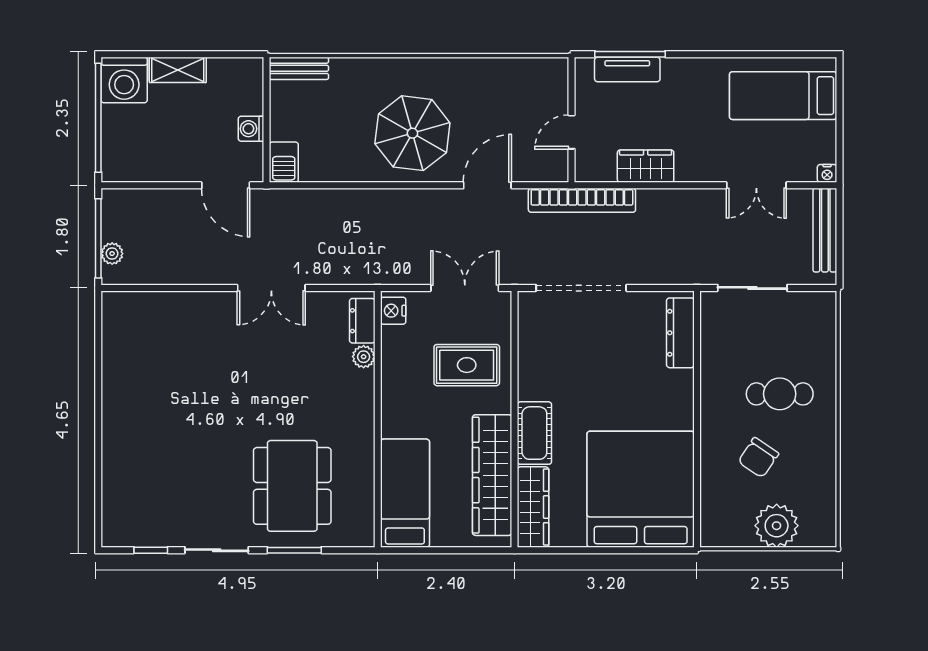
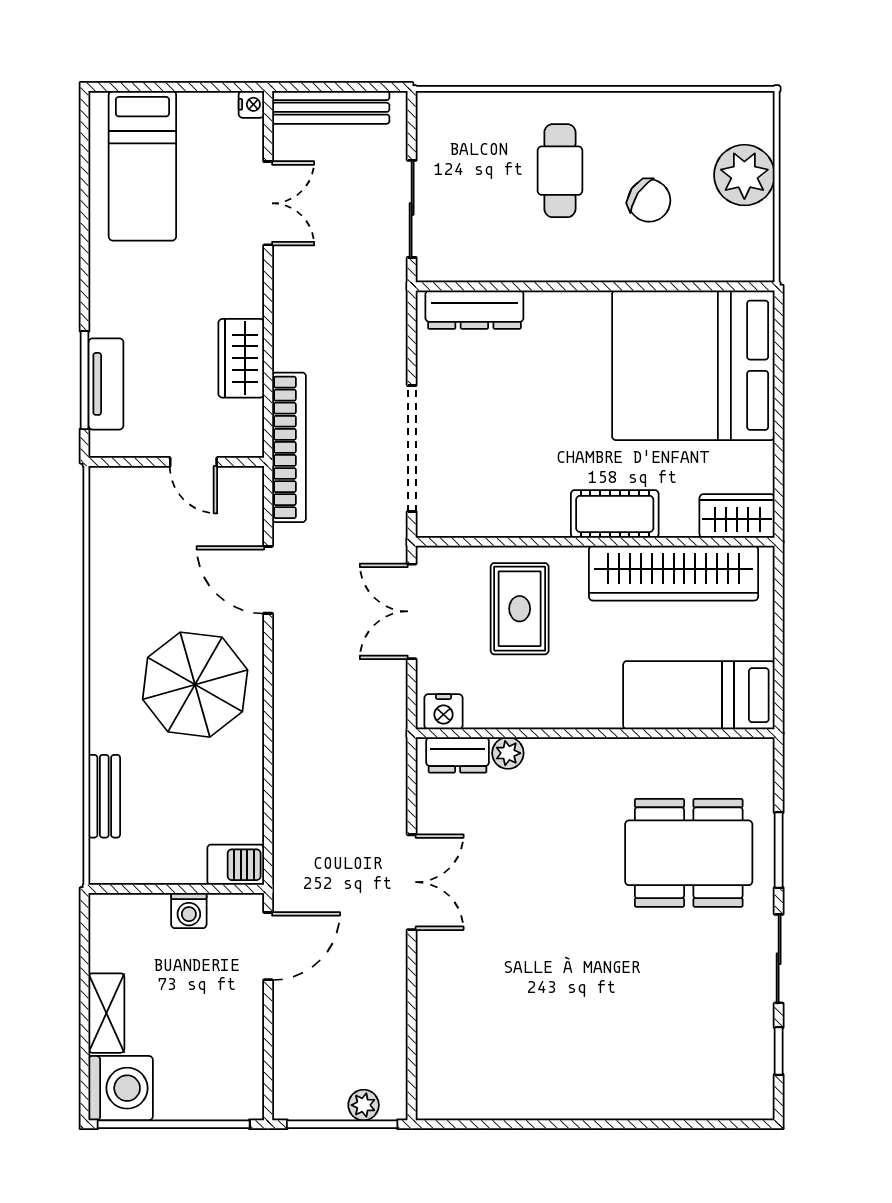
bench: (299, 68) -> (104, 796), moved
wardrobe: (533, 507) -> (737, 516), width x0.67

